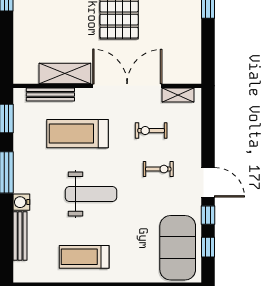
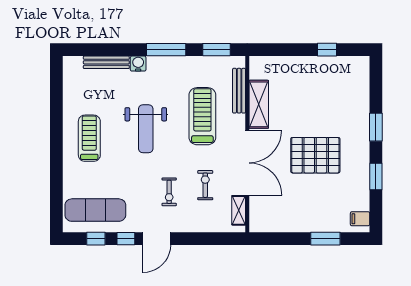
exercise mat: (178, 248) -> (95, 210), width x0.68
treadmill: (84, 257) -> (89, 138), moved

